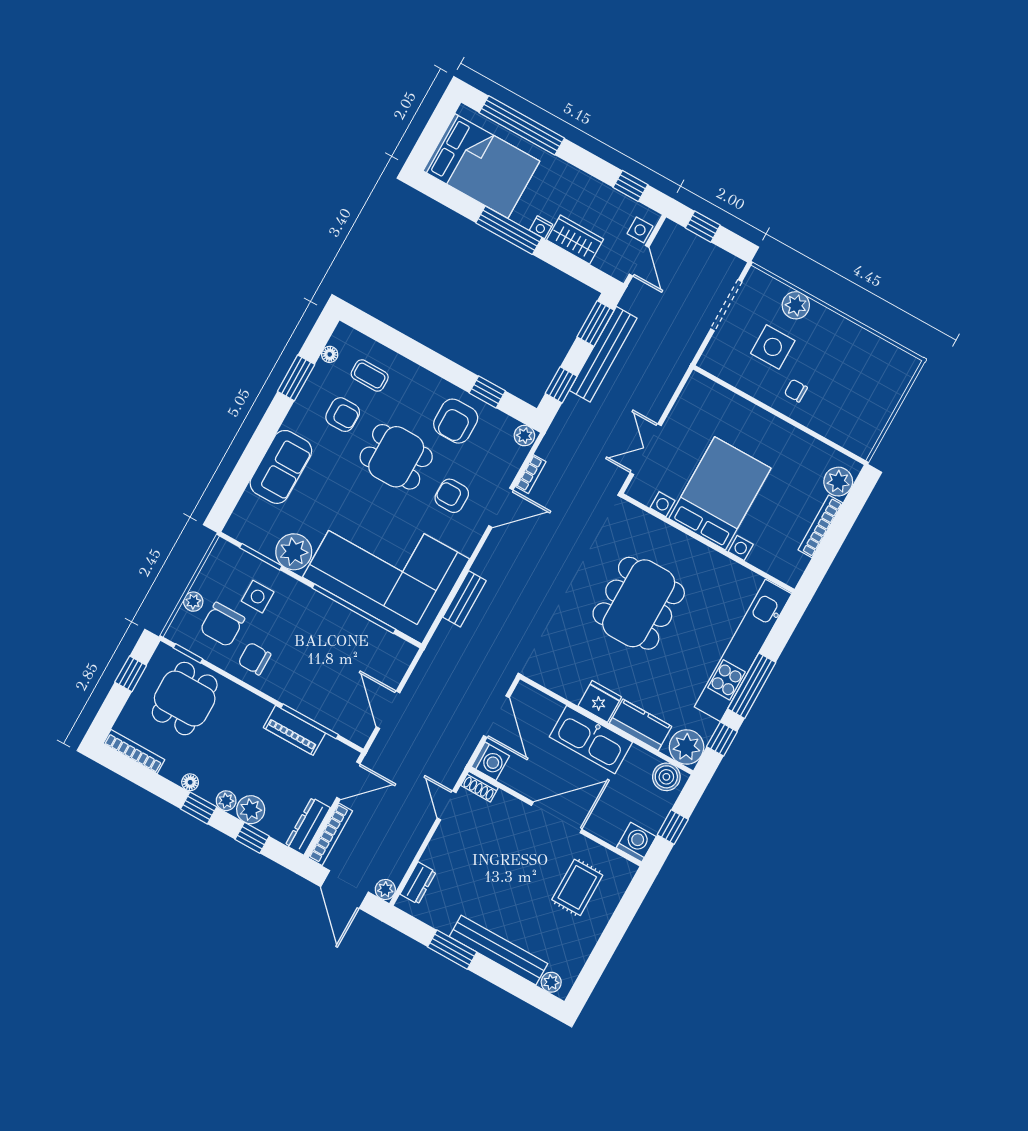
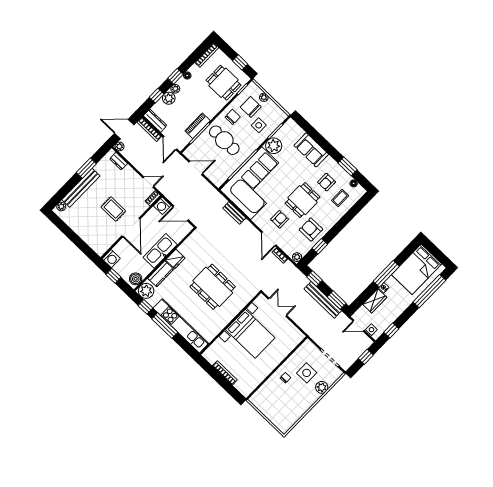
plant: (838, 482) -> (242, 385), removed
cafe table: (310, 663) -> (224, 140), added
rug: (577, 887) -> (113, 209), moved

